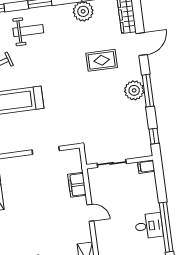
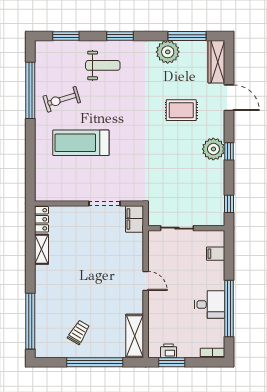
door: (142, 44) -> (229, 98), hinge flipped
window: (148, 91) -> (229, 151), width x0.46
filing cabinet: (146, 167) -> (216, 254), moved
filing cabinet: (77, 185) -> (135, 219), moved

